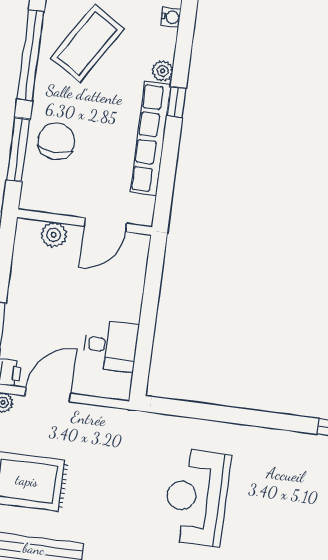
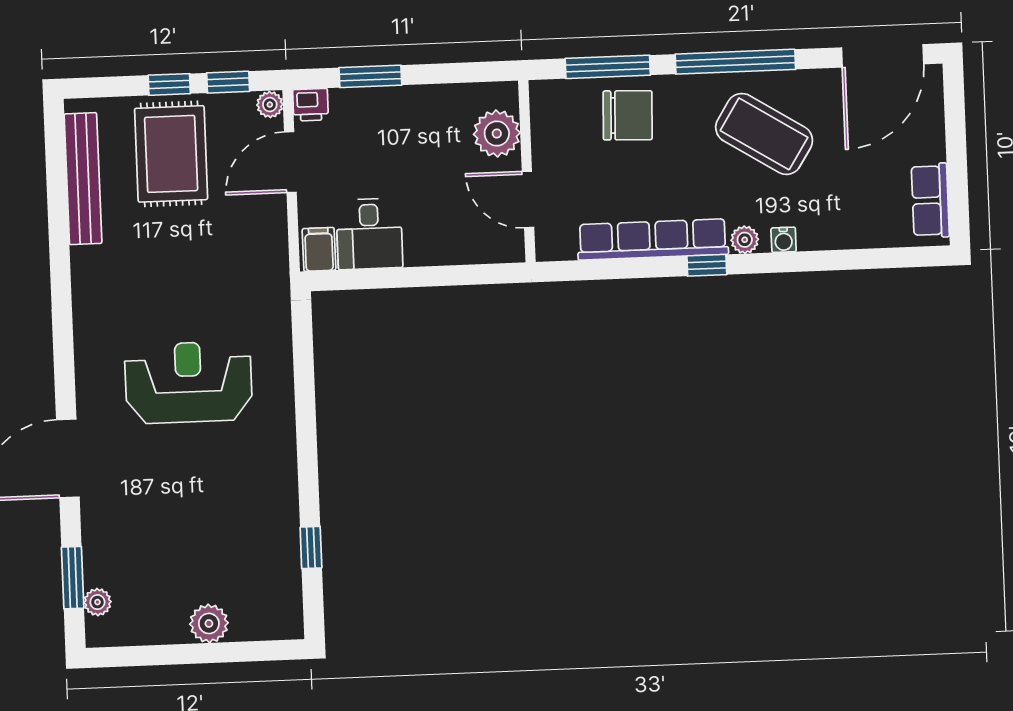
water cooler: (171, 17) -> (784, 240), moved
plant: (54, 235) -> (497, 134), width x1.36, depth x1.36
filing cabinet: (116, 385) -> (319, 249), added
door: (48, 395) -> (290, 162), swing flipped

